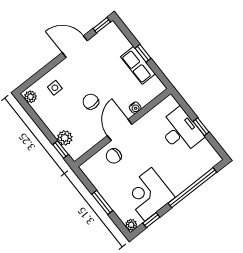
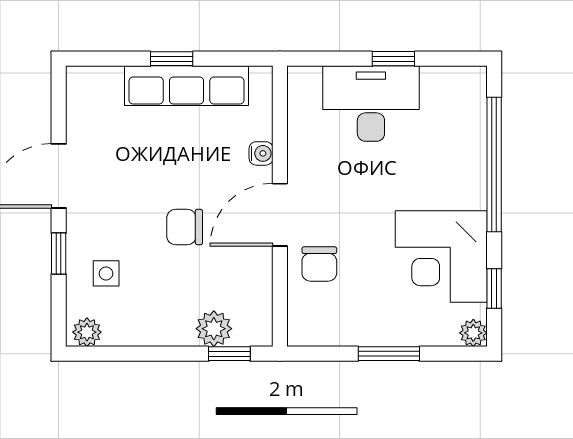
window: (102, 25) -> (59, 254), moved
row of seats: (138, 65) -> (186, 86), width x1.48
door: (120, 130) -> (280, 215), hinge flipped

